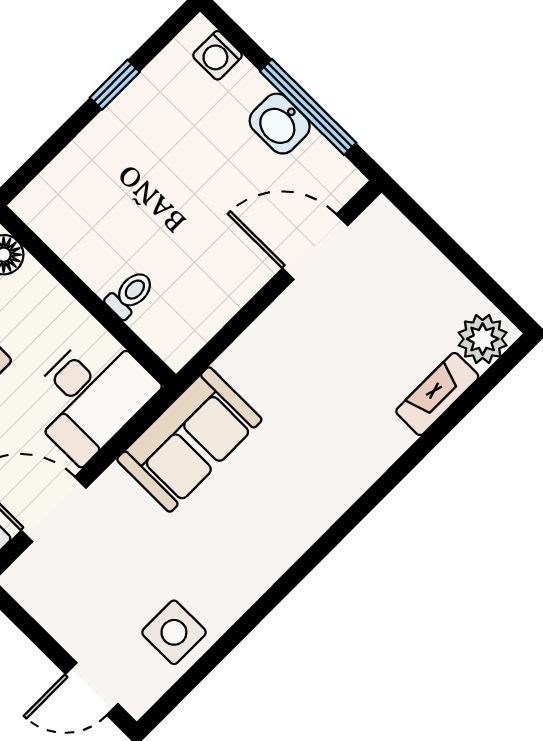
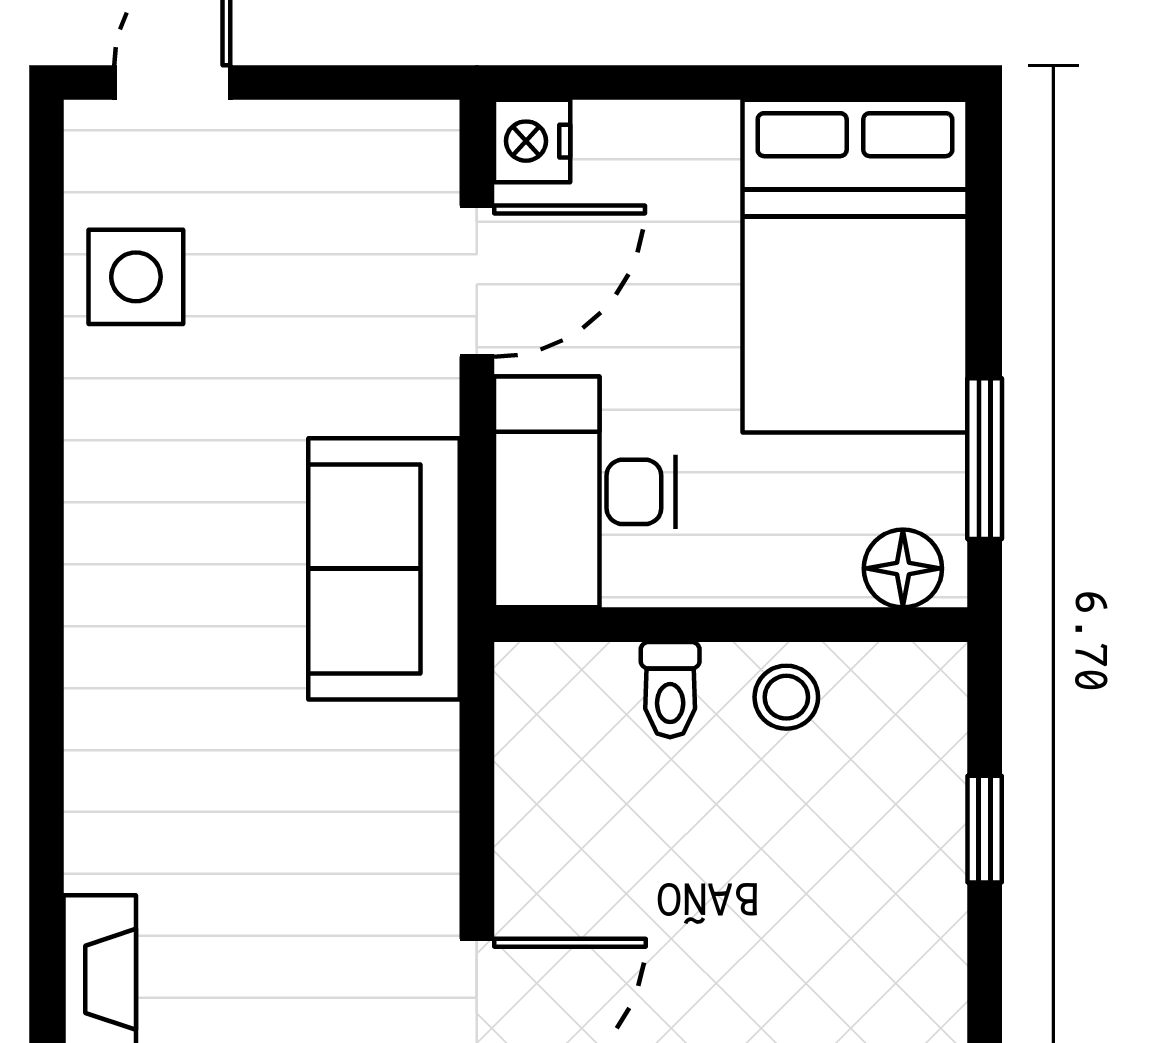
window: (115, 85) -> (985, 829), moved
stool: (91, 250) -> (786, 697), added

